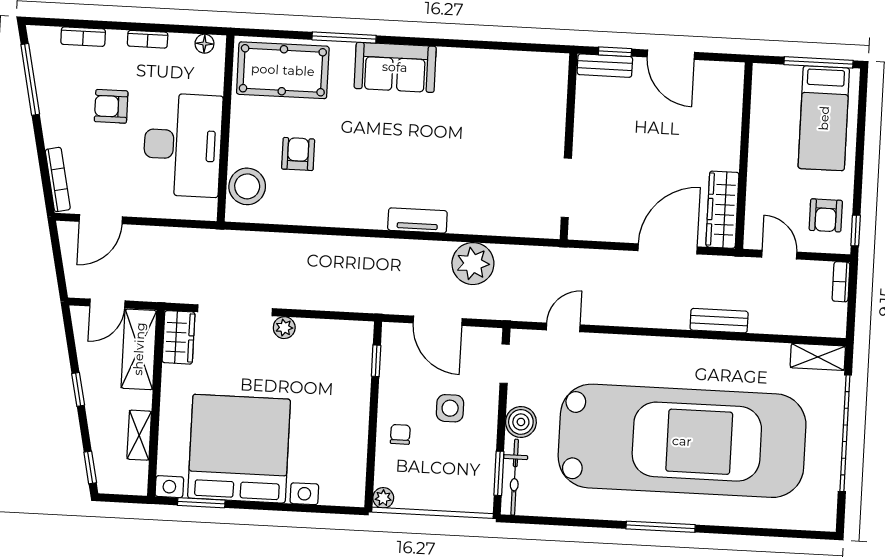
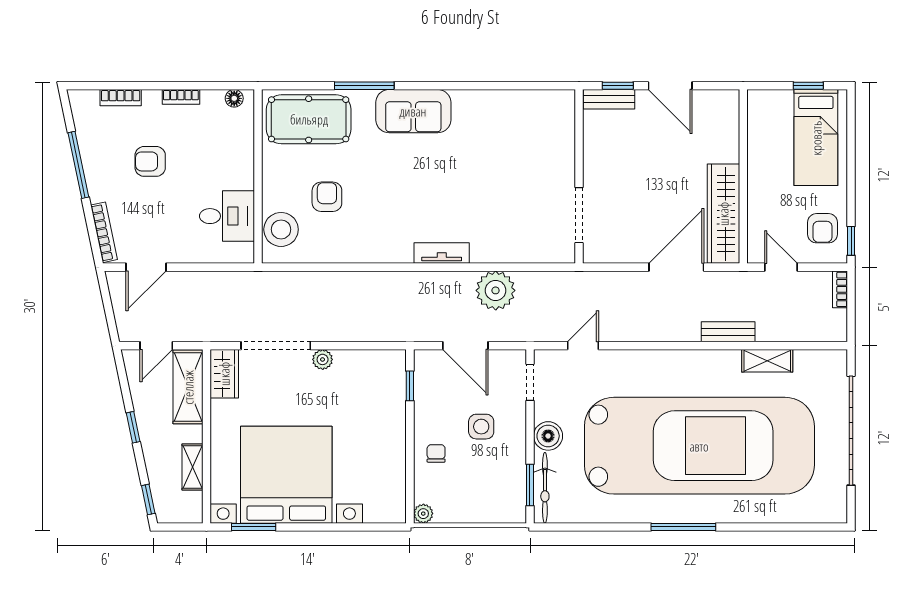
window: (819, 62) -> (808, 86), width x0.46
window: (30, 79) -> (78, 165), moved
desk: (183, 145) -> (227, 216), width x0.53, depth x0.77
wardrobe: (722, 210) -> (723, 214), width x1.40, depth x1.17
shelving: (818, 357) -> (767, 361), moved

